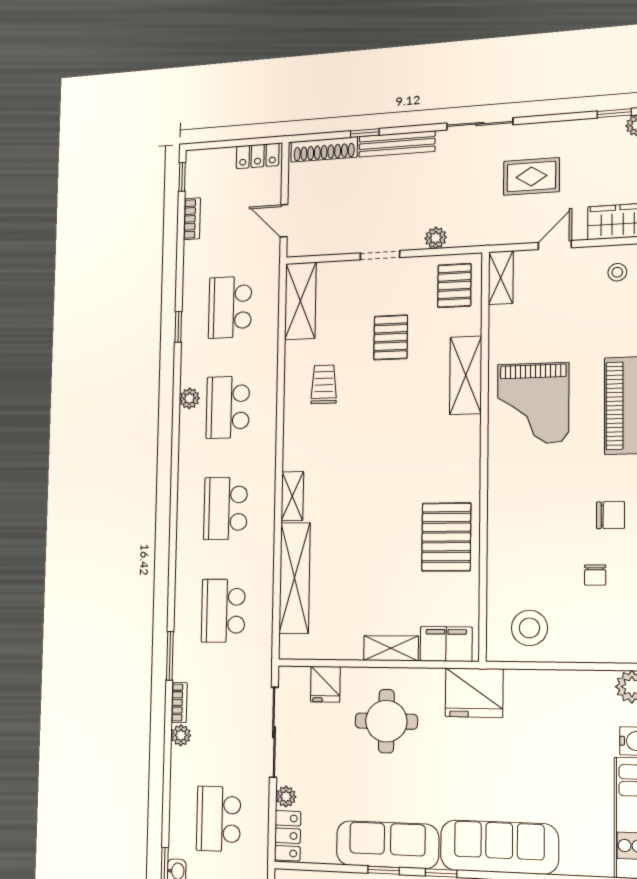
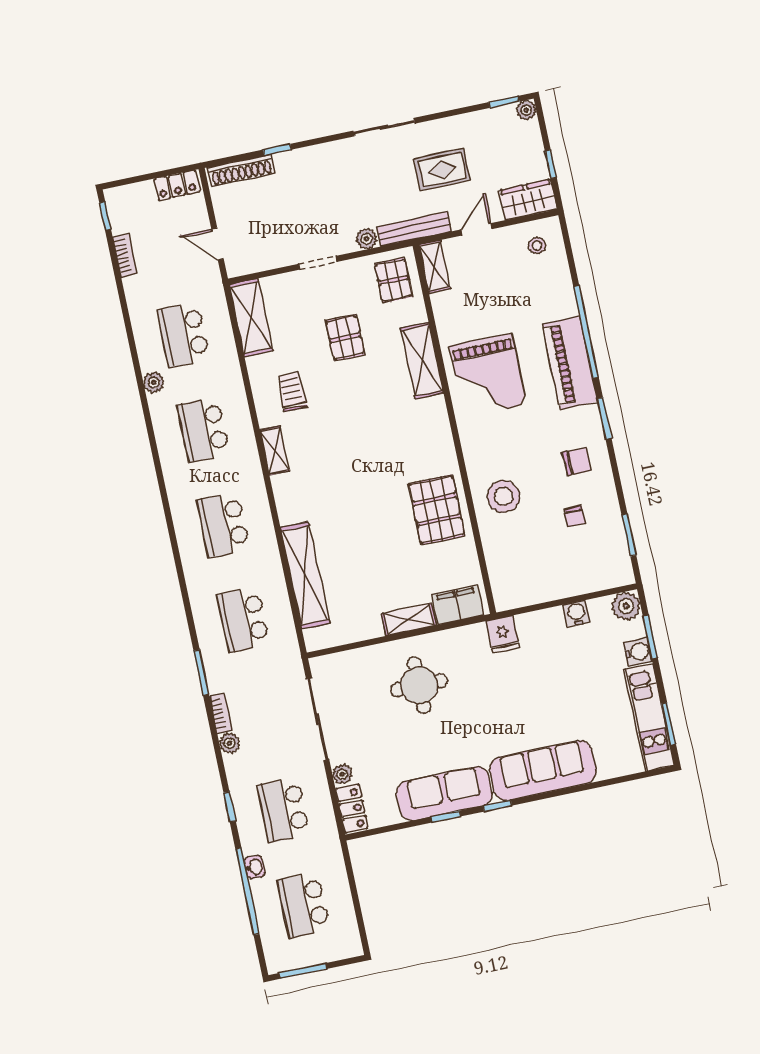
bench: (397, 144) -> (414, 229), moved
window: (178, 327) -> (230, 807), moved
plant: (189, 398) -> (154, 382), moved
shelving: (292, 496) -> (275, 450), moved
stool: (529, 628) -> (503, 496), moved
water cooler: (574, 683) -> (577, 614), added
fridge: (325, 684) -> (356, 665), removed
fridge: (474, 693) -> (503, 634), width x0.53, depth x0.75

